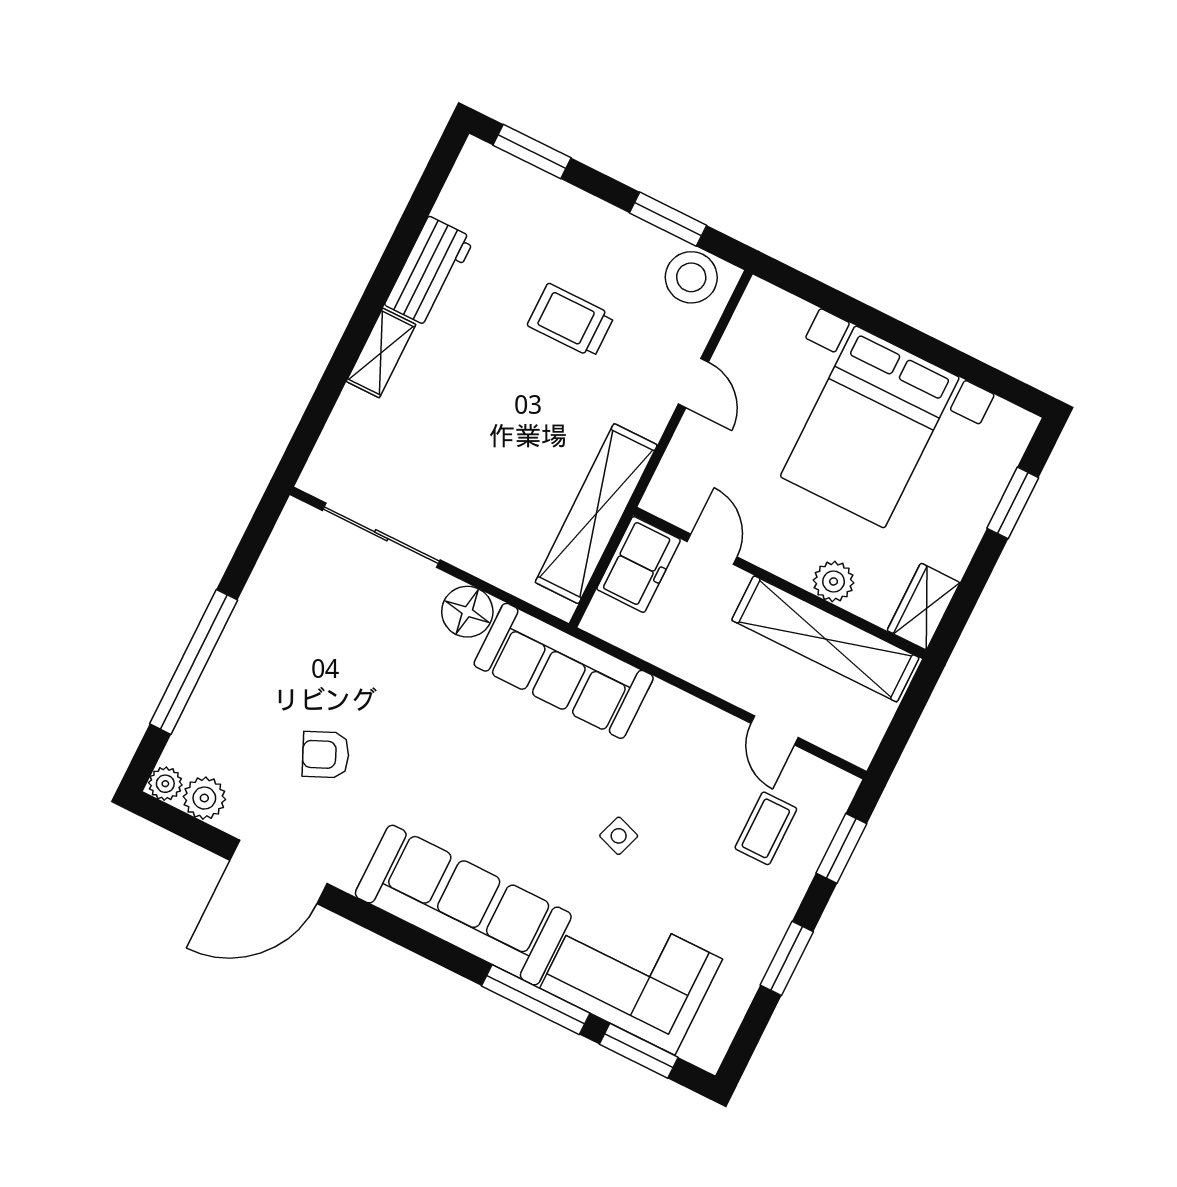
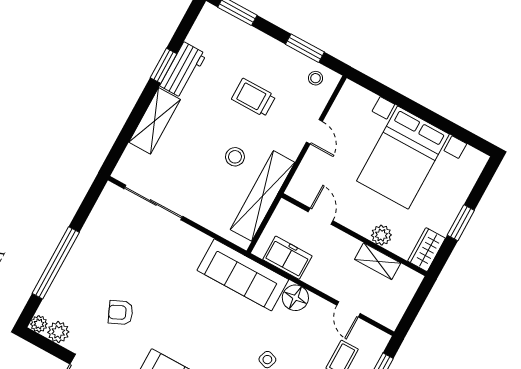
window: (391, 265) -> (164, 66), added
stool: (691, 277) -> (316, 78), width x0.53, depth x0.53
shelving: (381, 353) -> (155, 121), width x1.50, depth x1.33
stool: (539, 439) -> (235, 157), added
window: (1013, 503) -> (461, 223), moved
freezer: (639, 564) -> (287, 258), moved, turned -90
floor lamp: (467, 612) -> (295, 298), moved
shelving: (825, 639) -> (378, 261), width x0.45, depth x0.75

